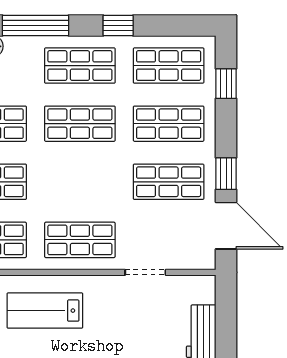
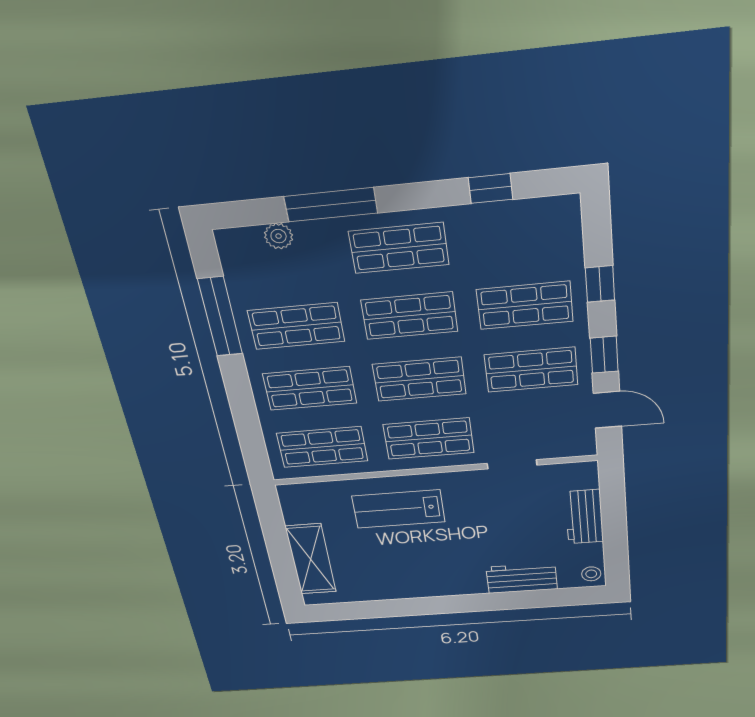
window: (118, 25) -> (491, 189), moved
shop shelf: (169, 66) -> (419, 379), moved
window: (226, 84) -> (600, 284), moved
door: (226, 226) -> (607, 410), width x0.73

